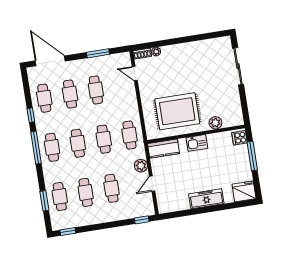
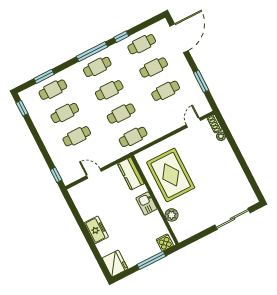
plant: (141, 166) -> (108, 157), removed
freezer: (206, 199) -> (96, 230), width x0.71

